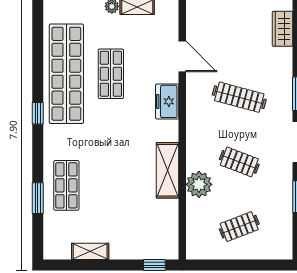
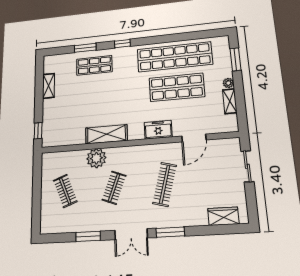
shop shelf: (111, 74) -> (177, 87), width x1.43, depth x1.36
window: (38, 113) -> (122, 44), moved

